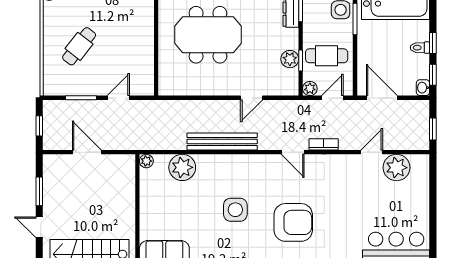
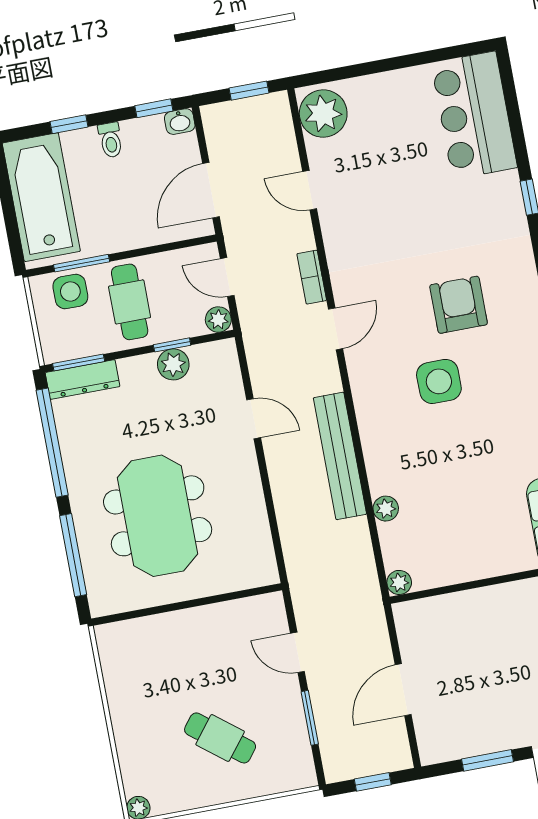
window: (433, 43) -> (69, 124), moved
cafe table: (327, 56) -> (130, 302), moved
plant: (182, 167) -> (386, 509), width x0.53, depth x0.53
plant: (397, 168) -> (323, 114), moved
side table: (235, 210) -> (439, 381), moved
armchair: (293, 222) -> (459, 305), width x0.73, depth x0.73

